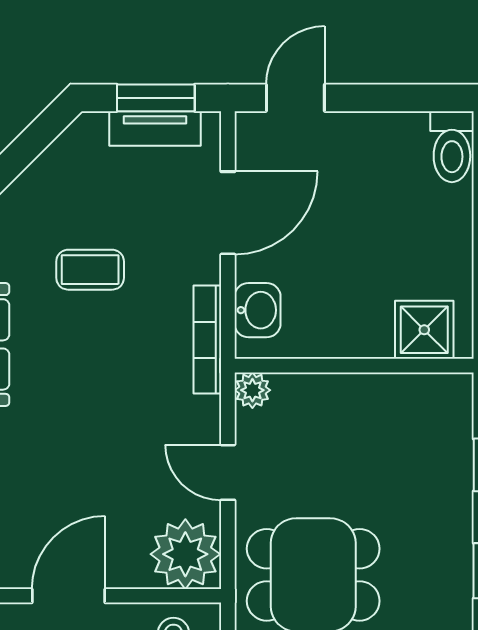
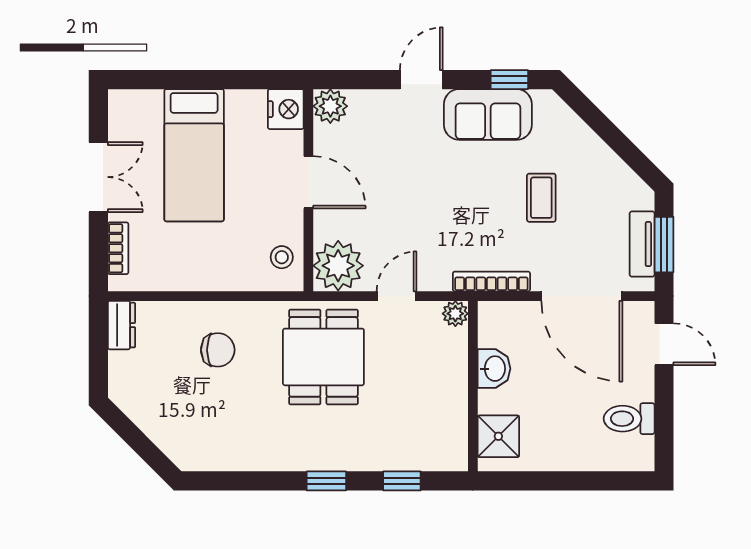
toilet: (452, 147) -> (629, 419), moved
door: (228, 213) -> (582, 296), width x1.36
washbasin: (257, 310) -> (494, 369), moved, turned -90

